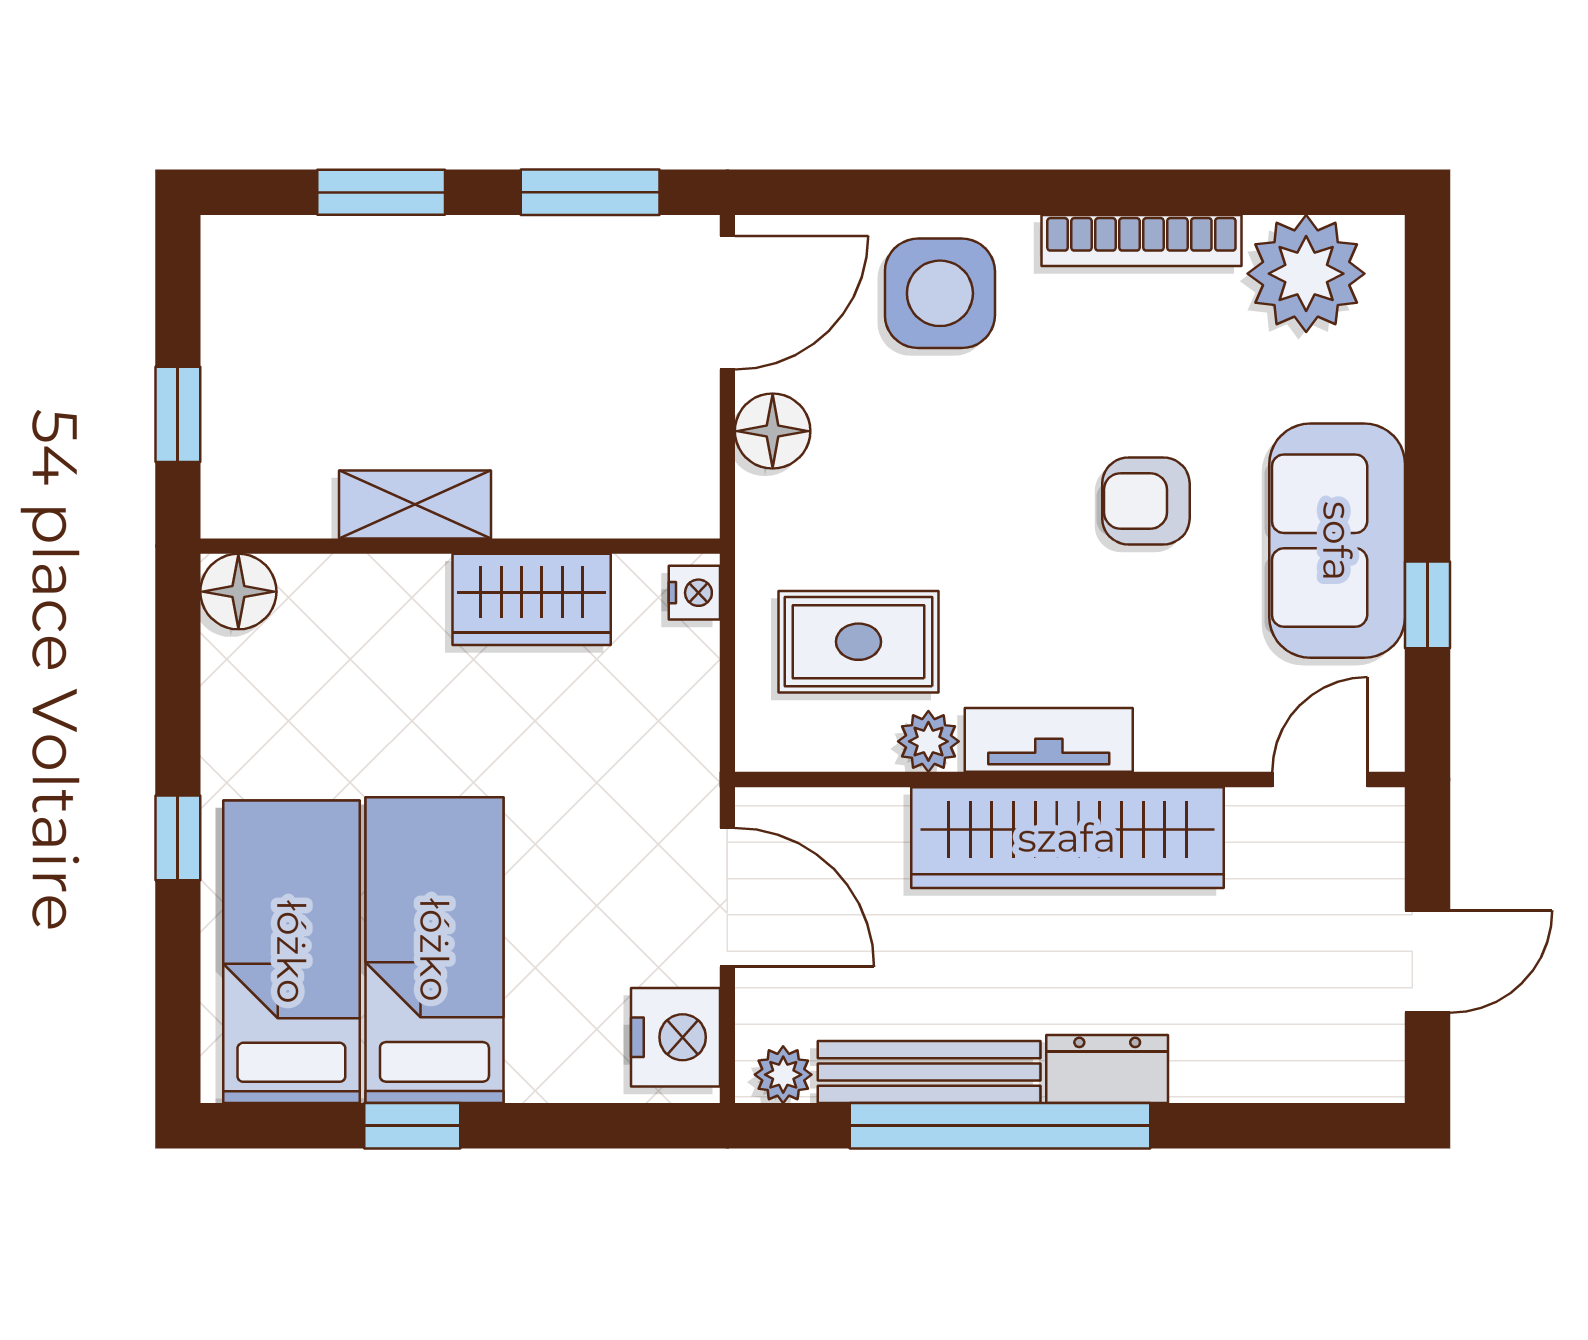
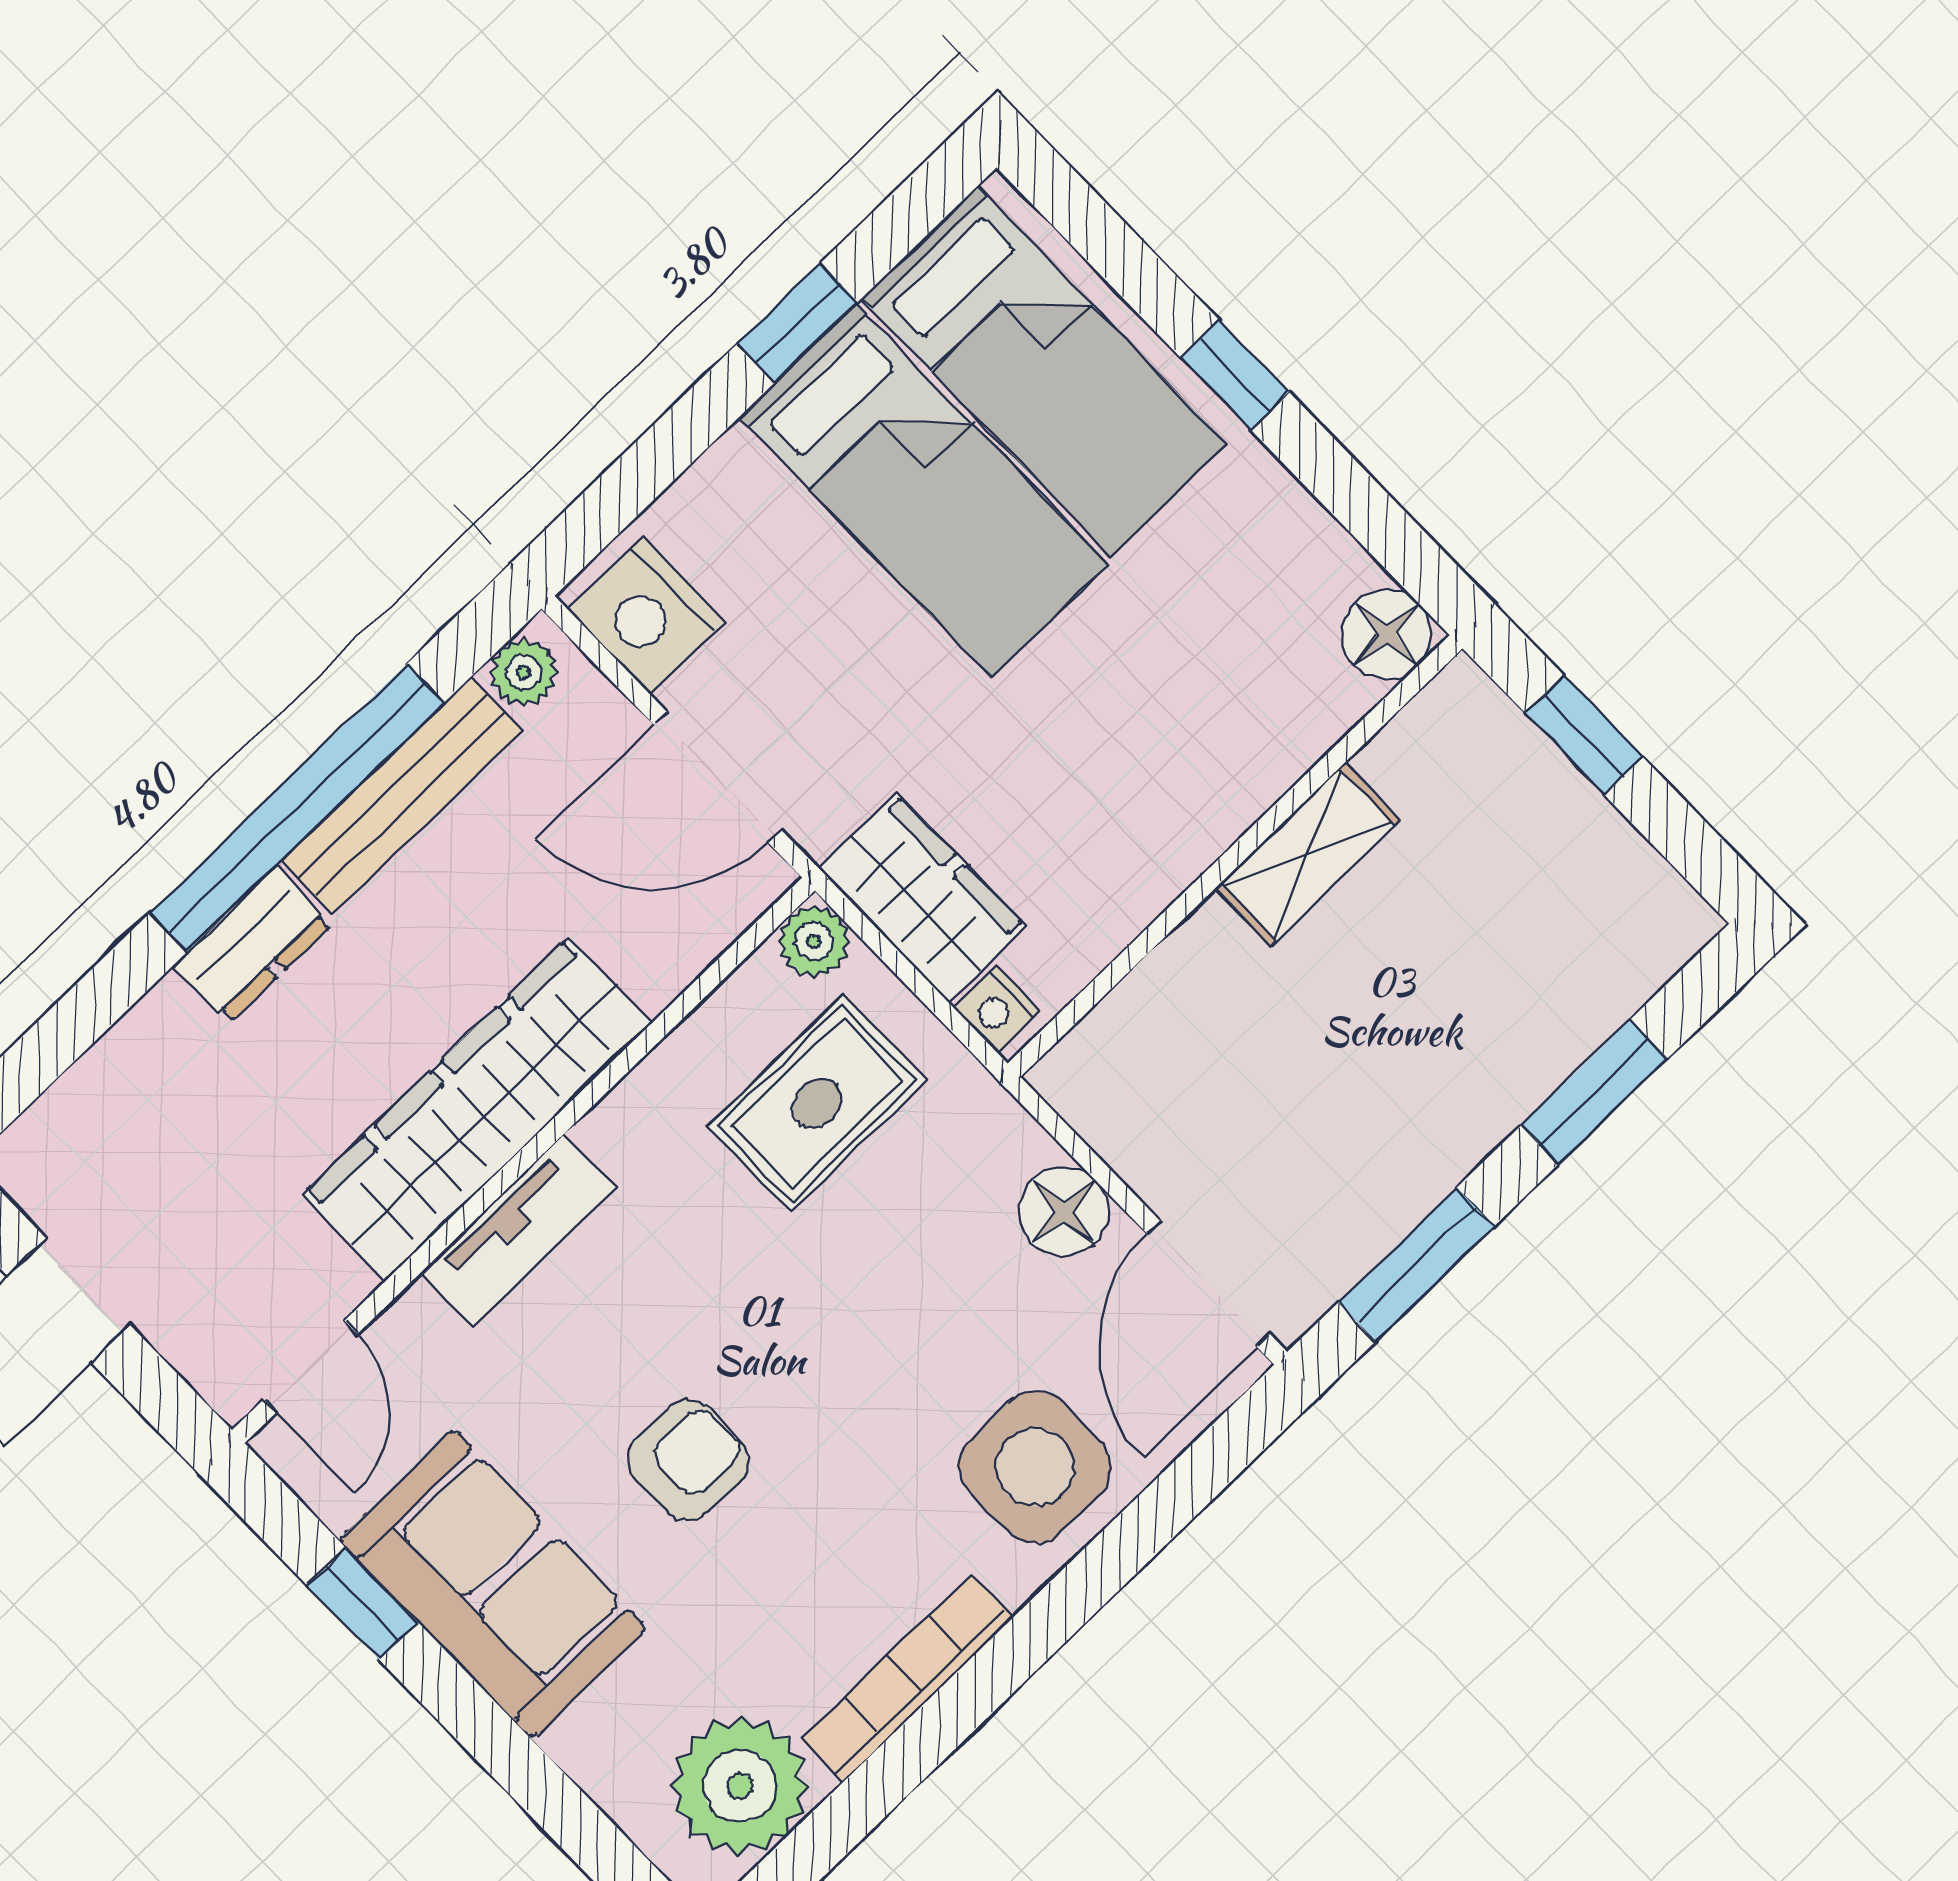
wardrobe: (532, 599) -> (922, 897), moved, turned 90
tv unit: (1049, 740) -> (518, 1230), moved
plant: (928, 741) -> (814, 941), moved

